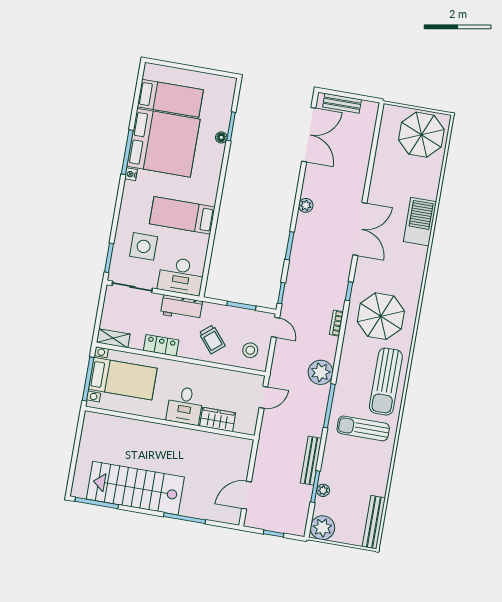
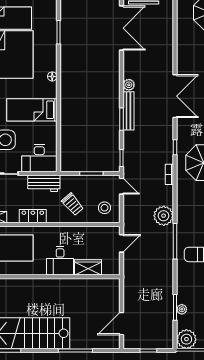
floor lamp: (221, 137) -> (52, 76), moved
bench: (311, 461) -> (128, 111), moved

